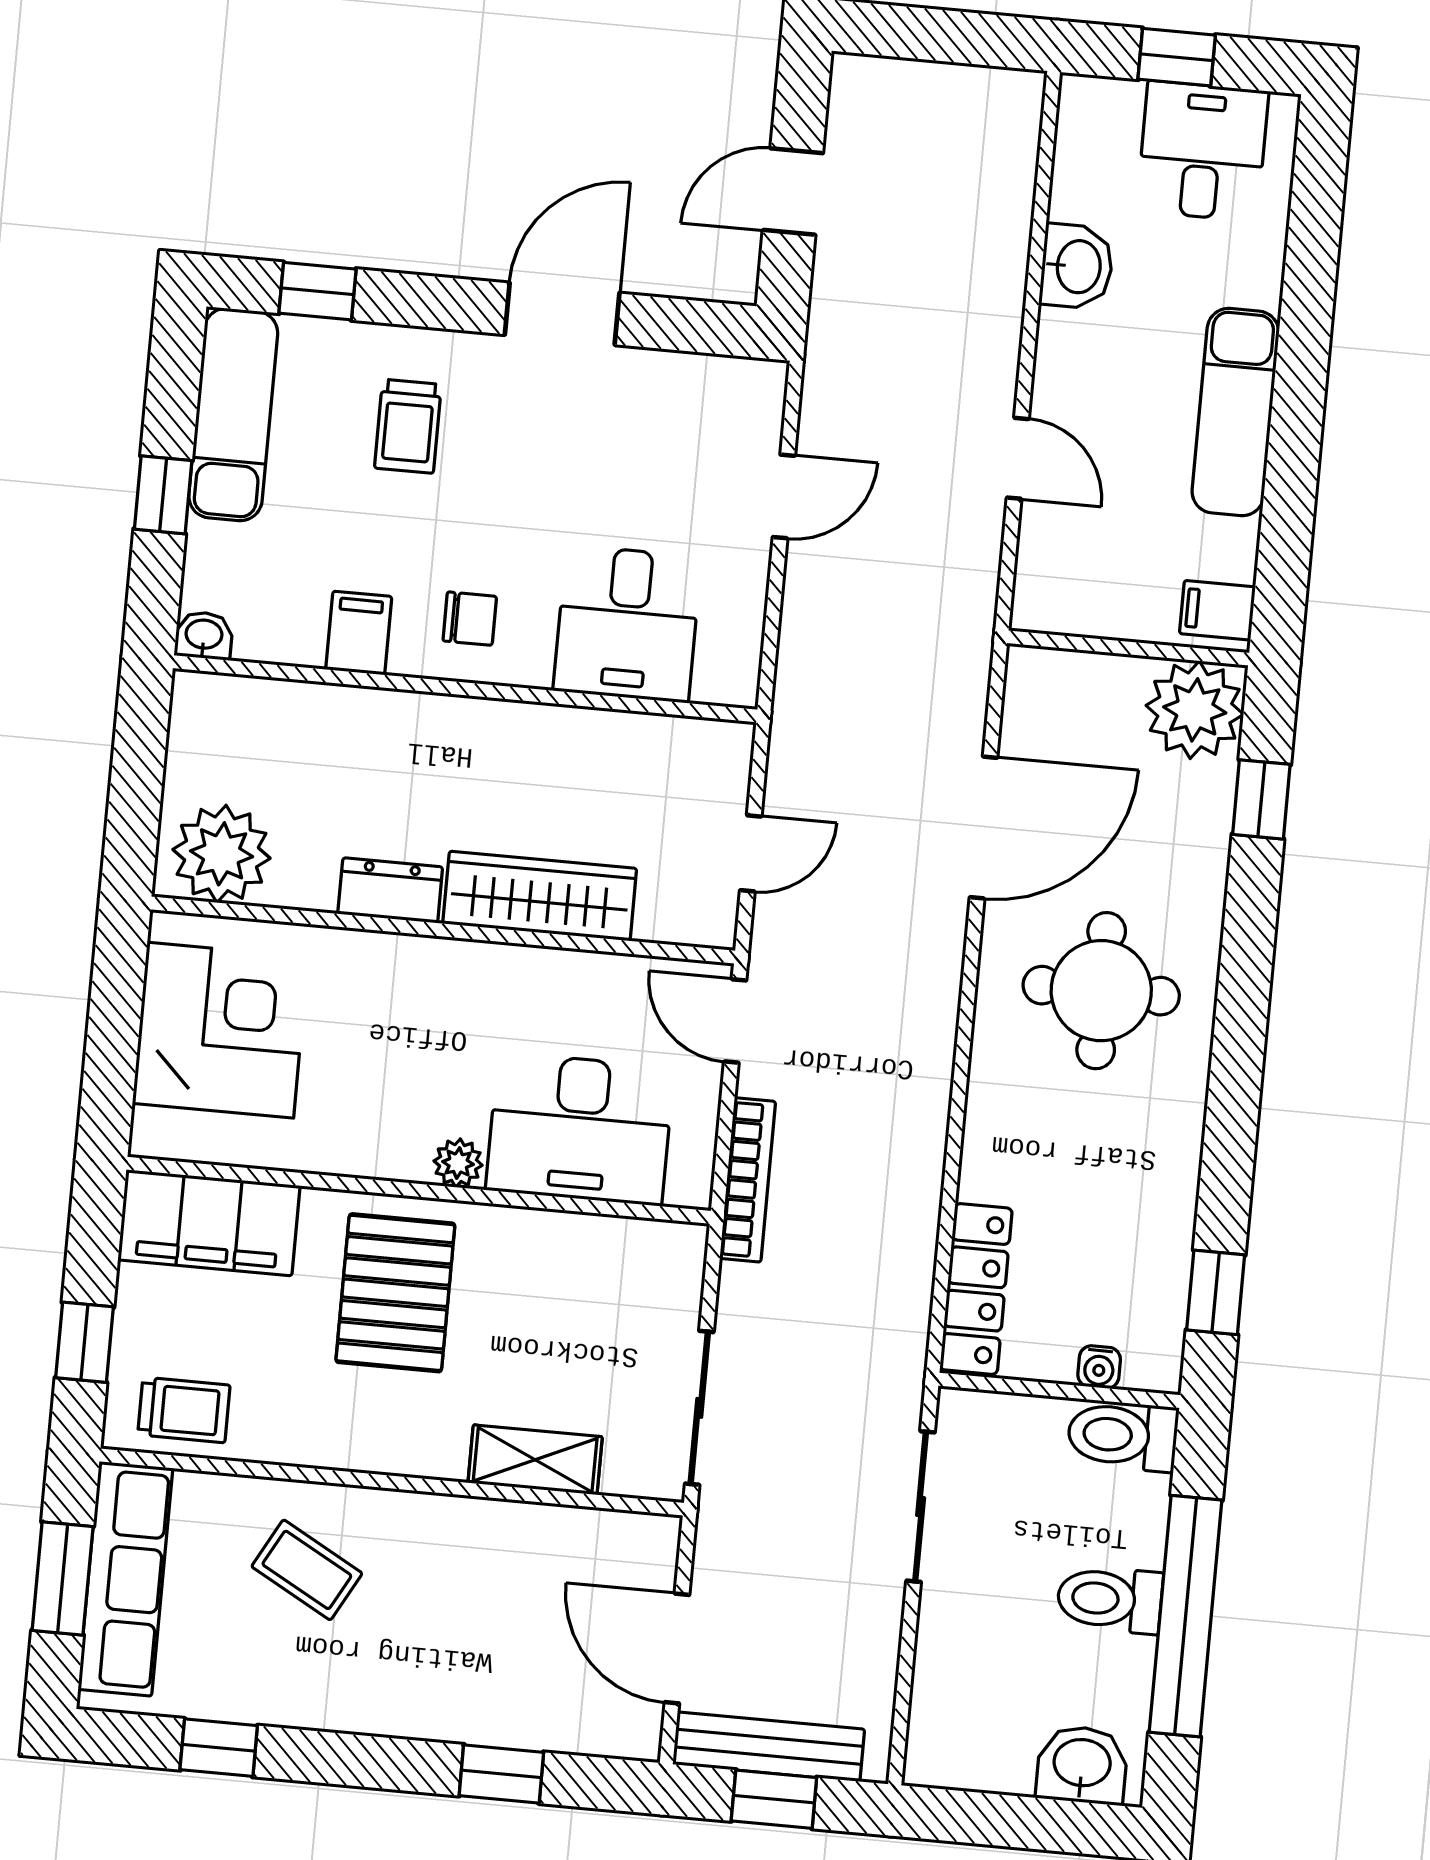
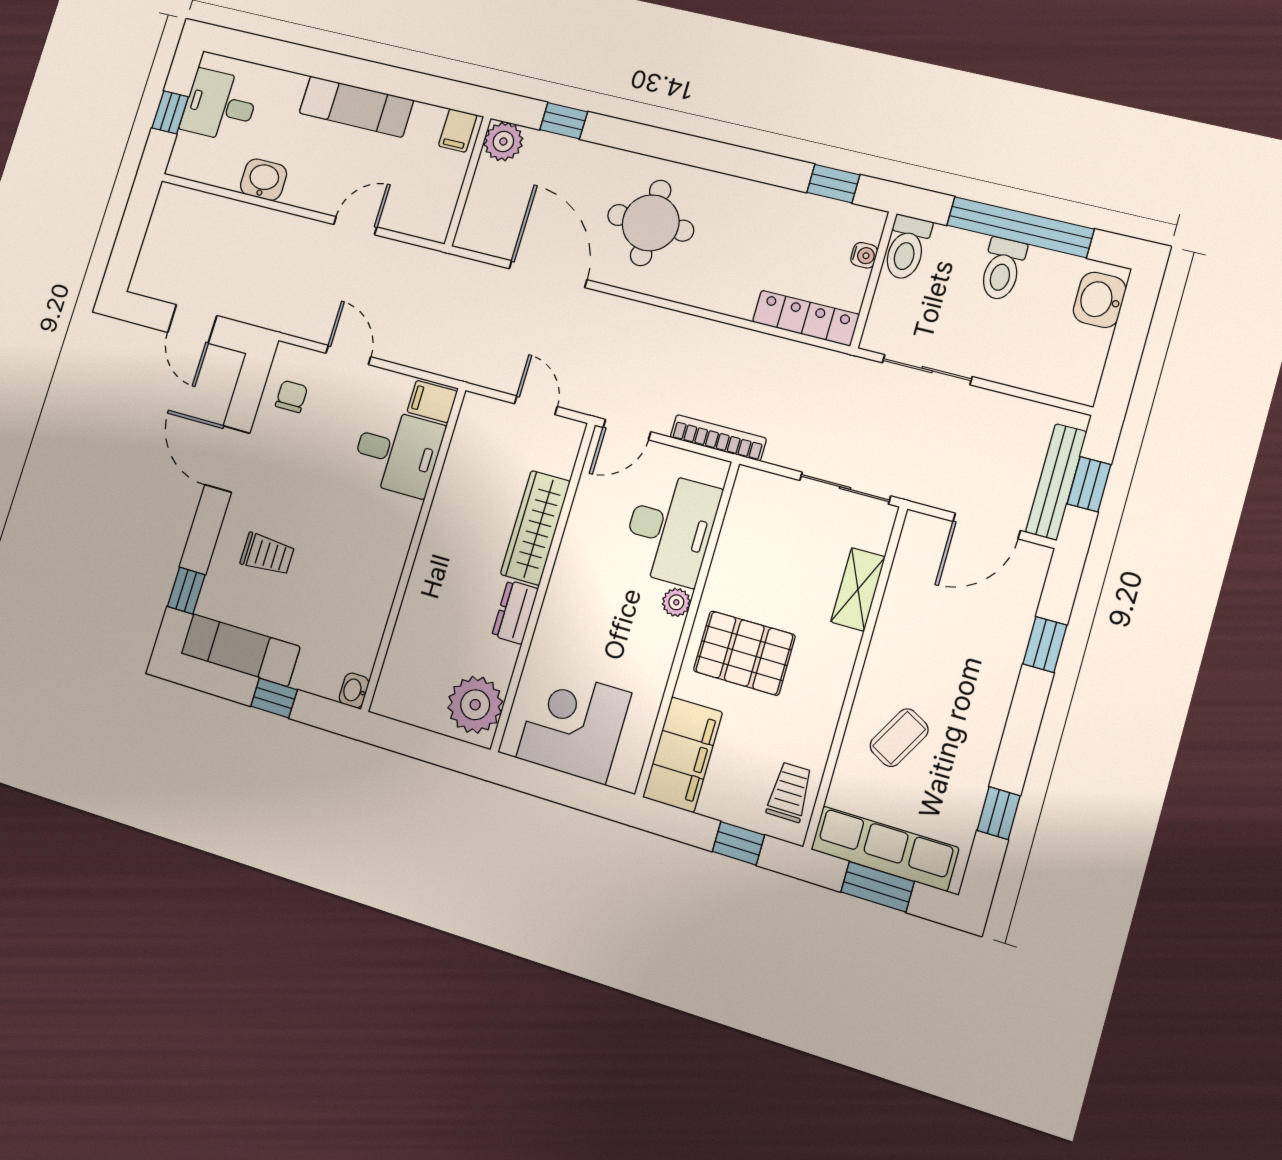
chair: (470, 619) -> (291, 396), moved
filing cabinet: (359, 633) -> (432, 402), moved
plant: (1195, 710) -> (503, 141), width x0.73, depth x0.73

